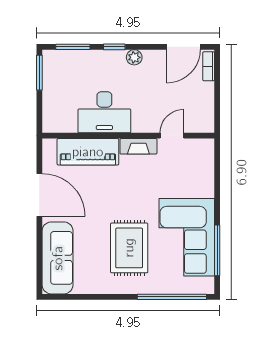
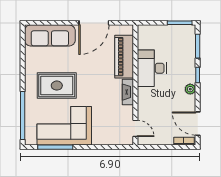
door: (172, 136) -> (135, 128), moved

